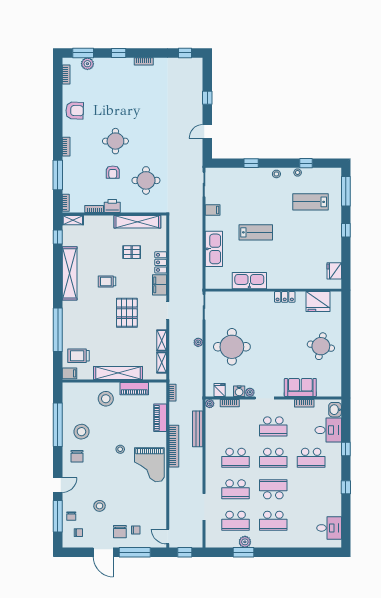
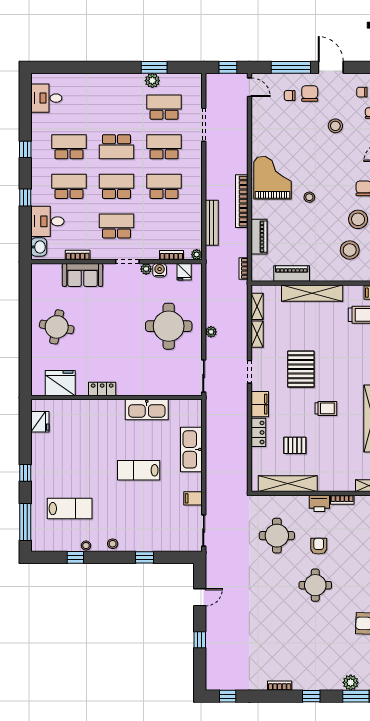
stool: (106, 399) -> (350, 250), moved
school desk: (273, 521) -> (69, 147), moved

